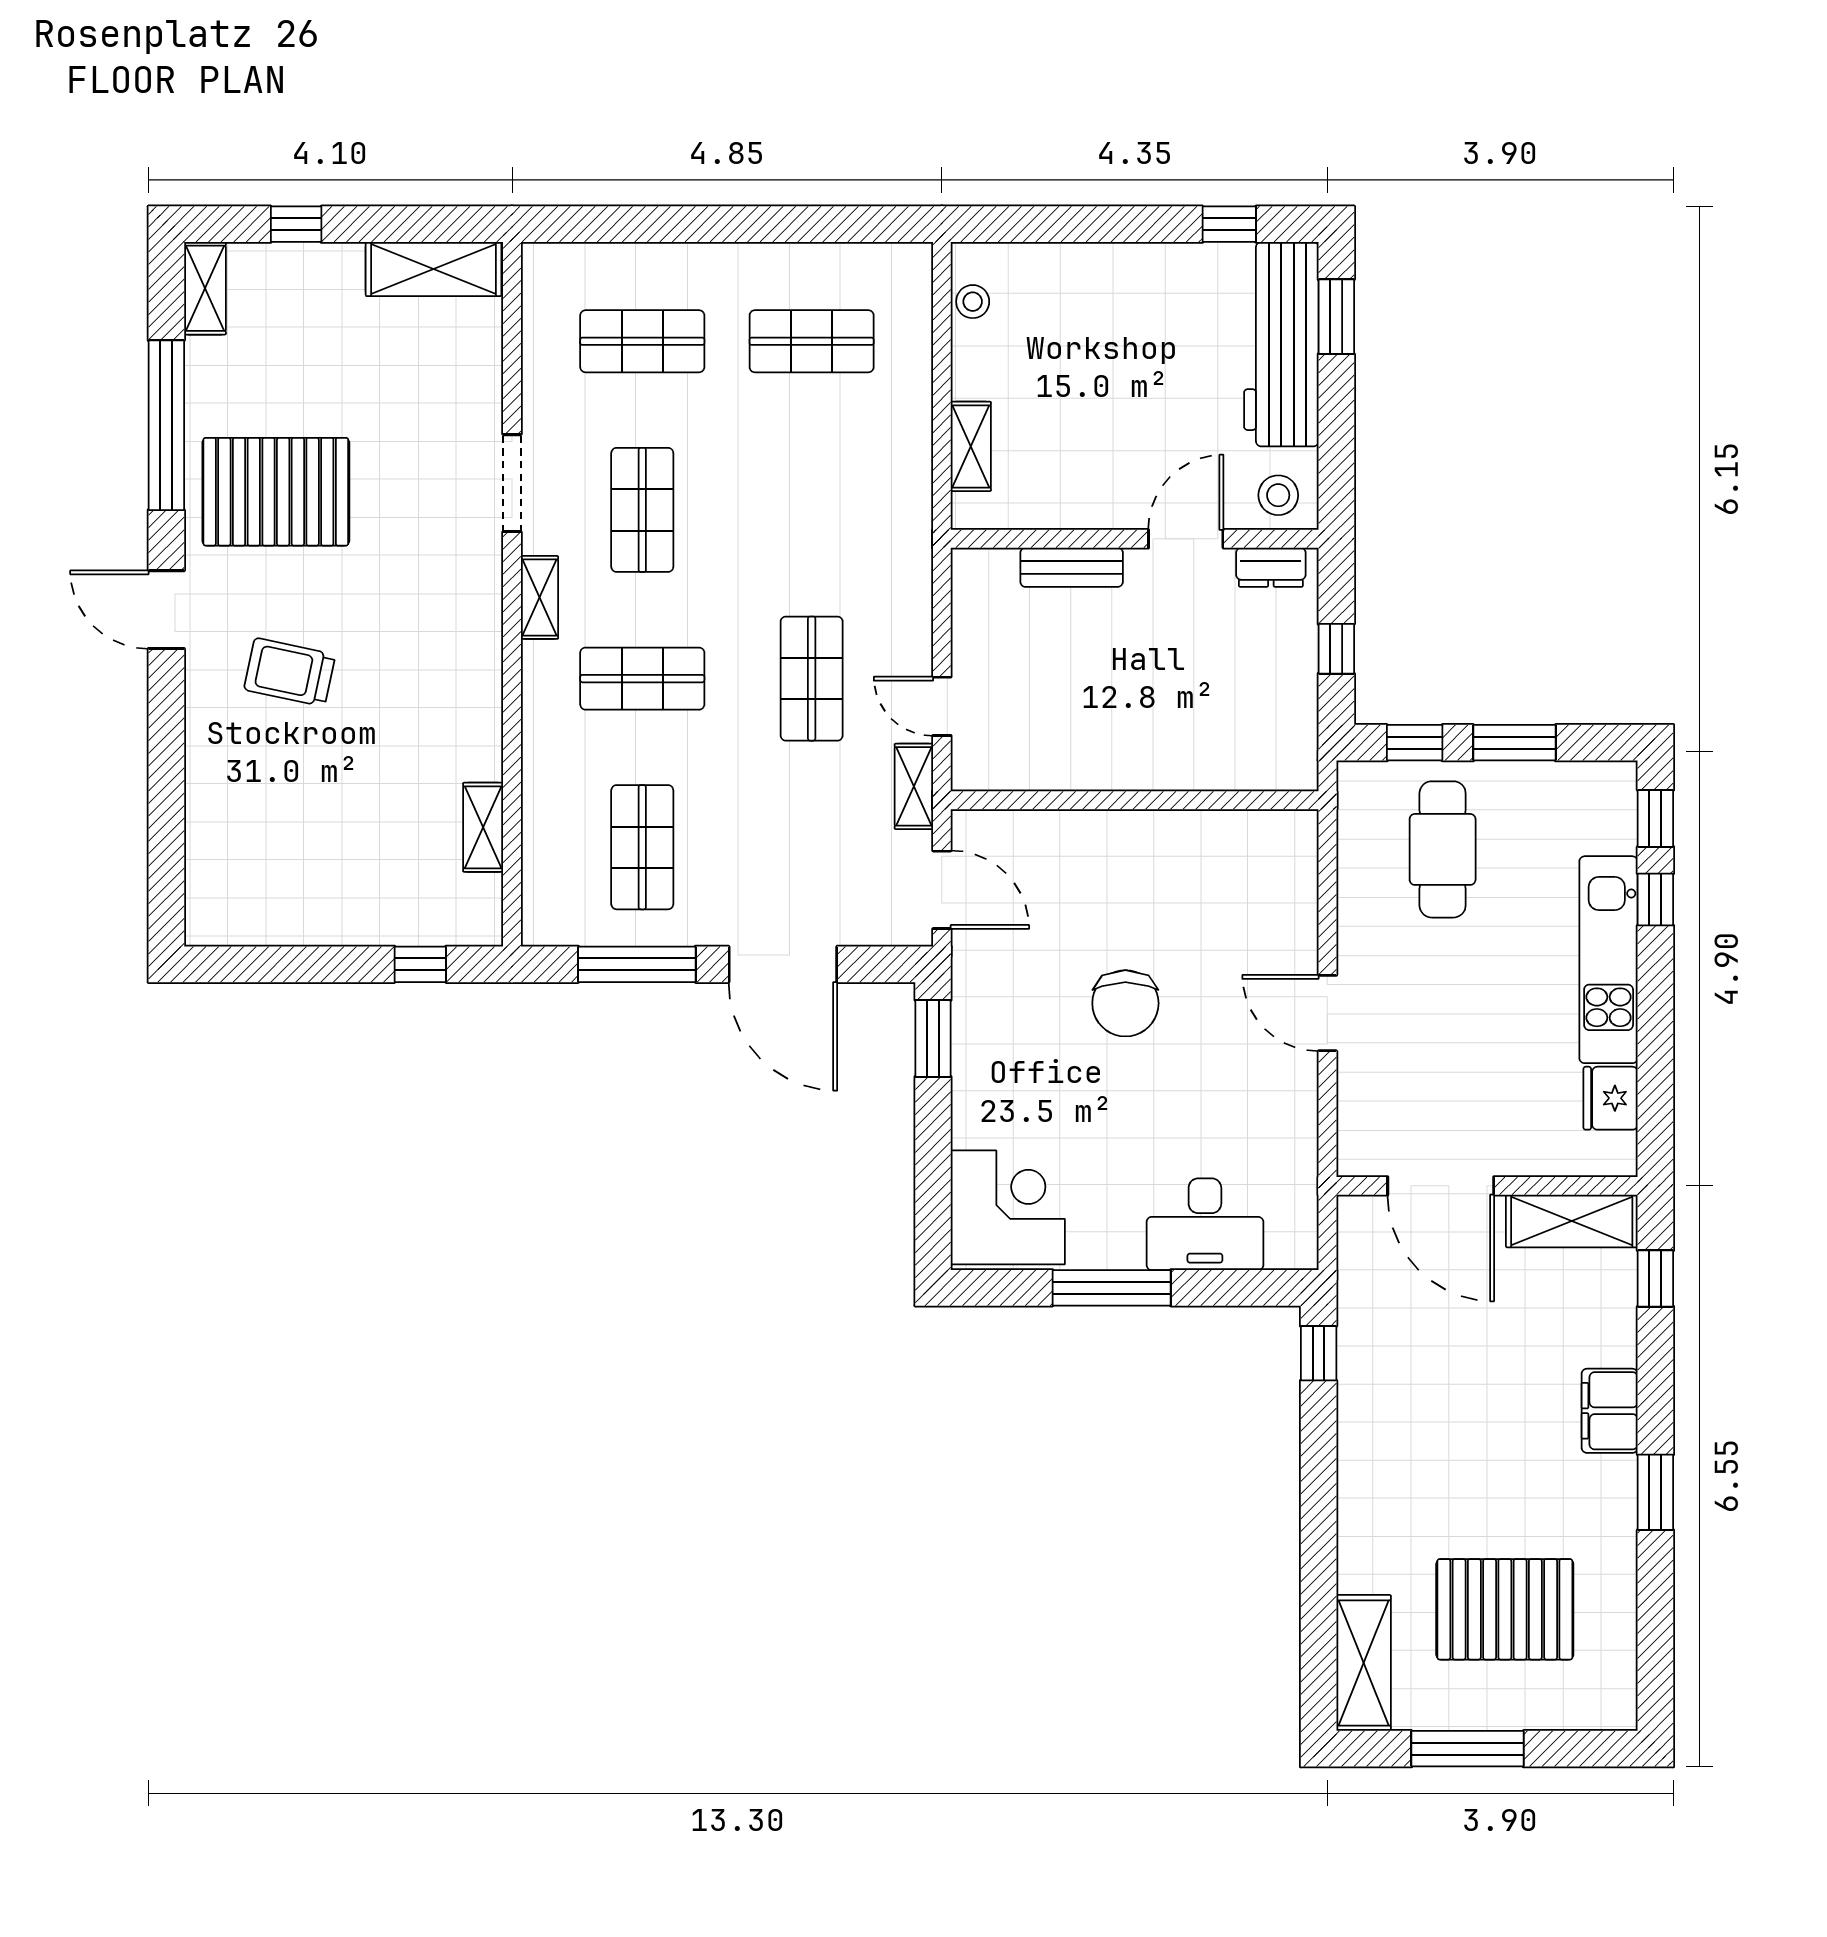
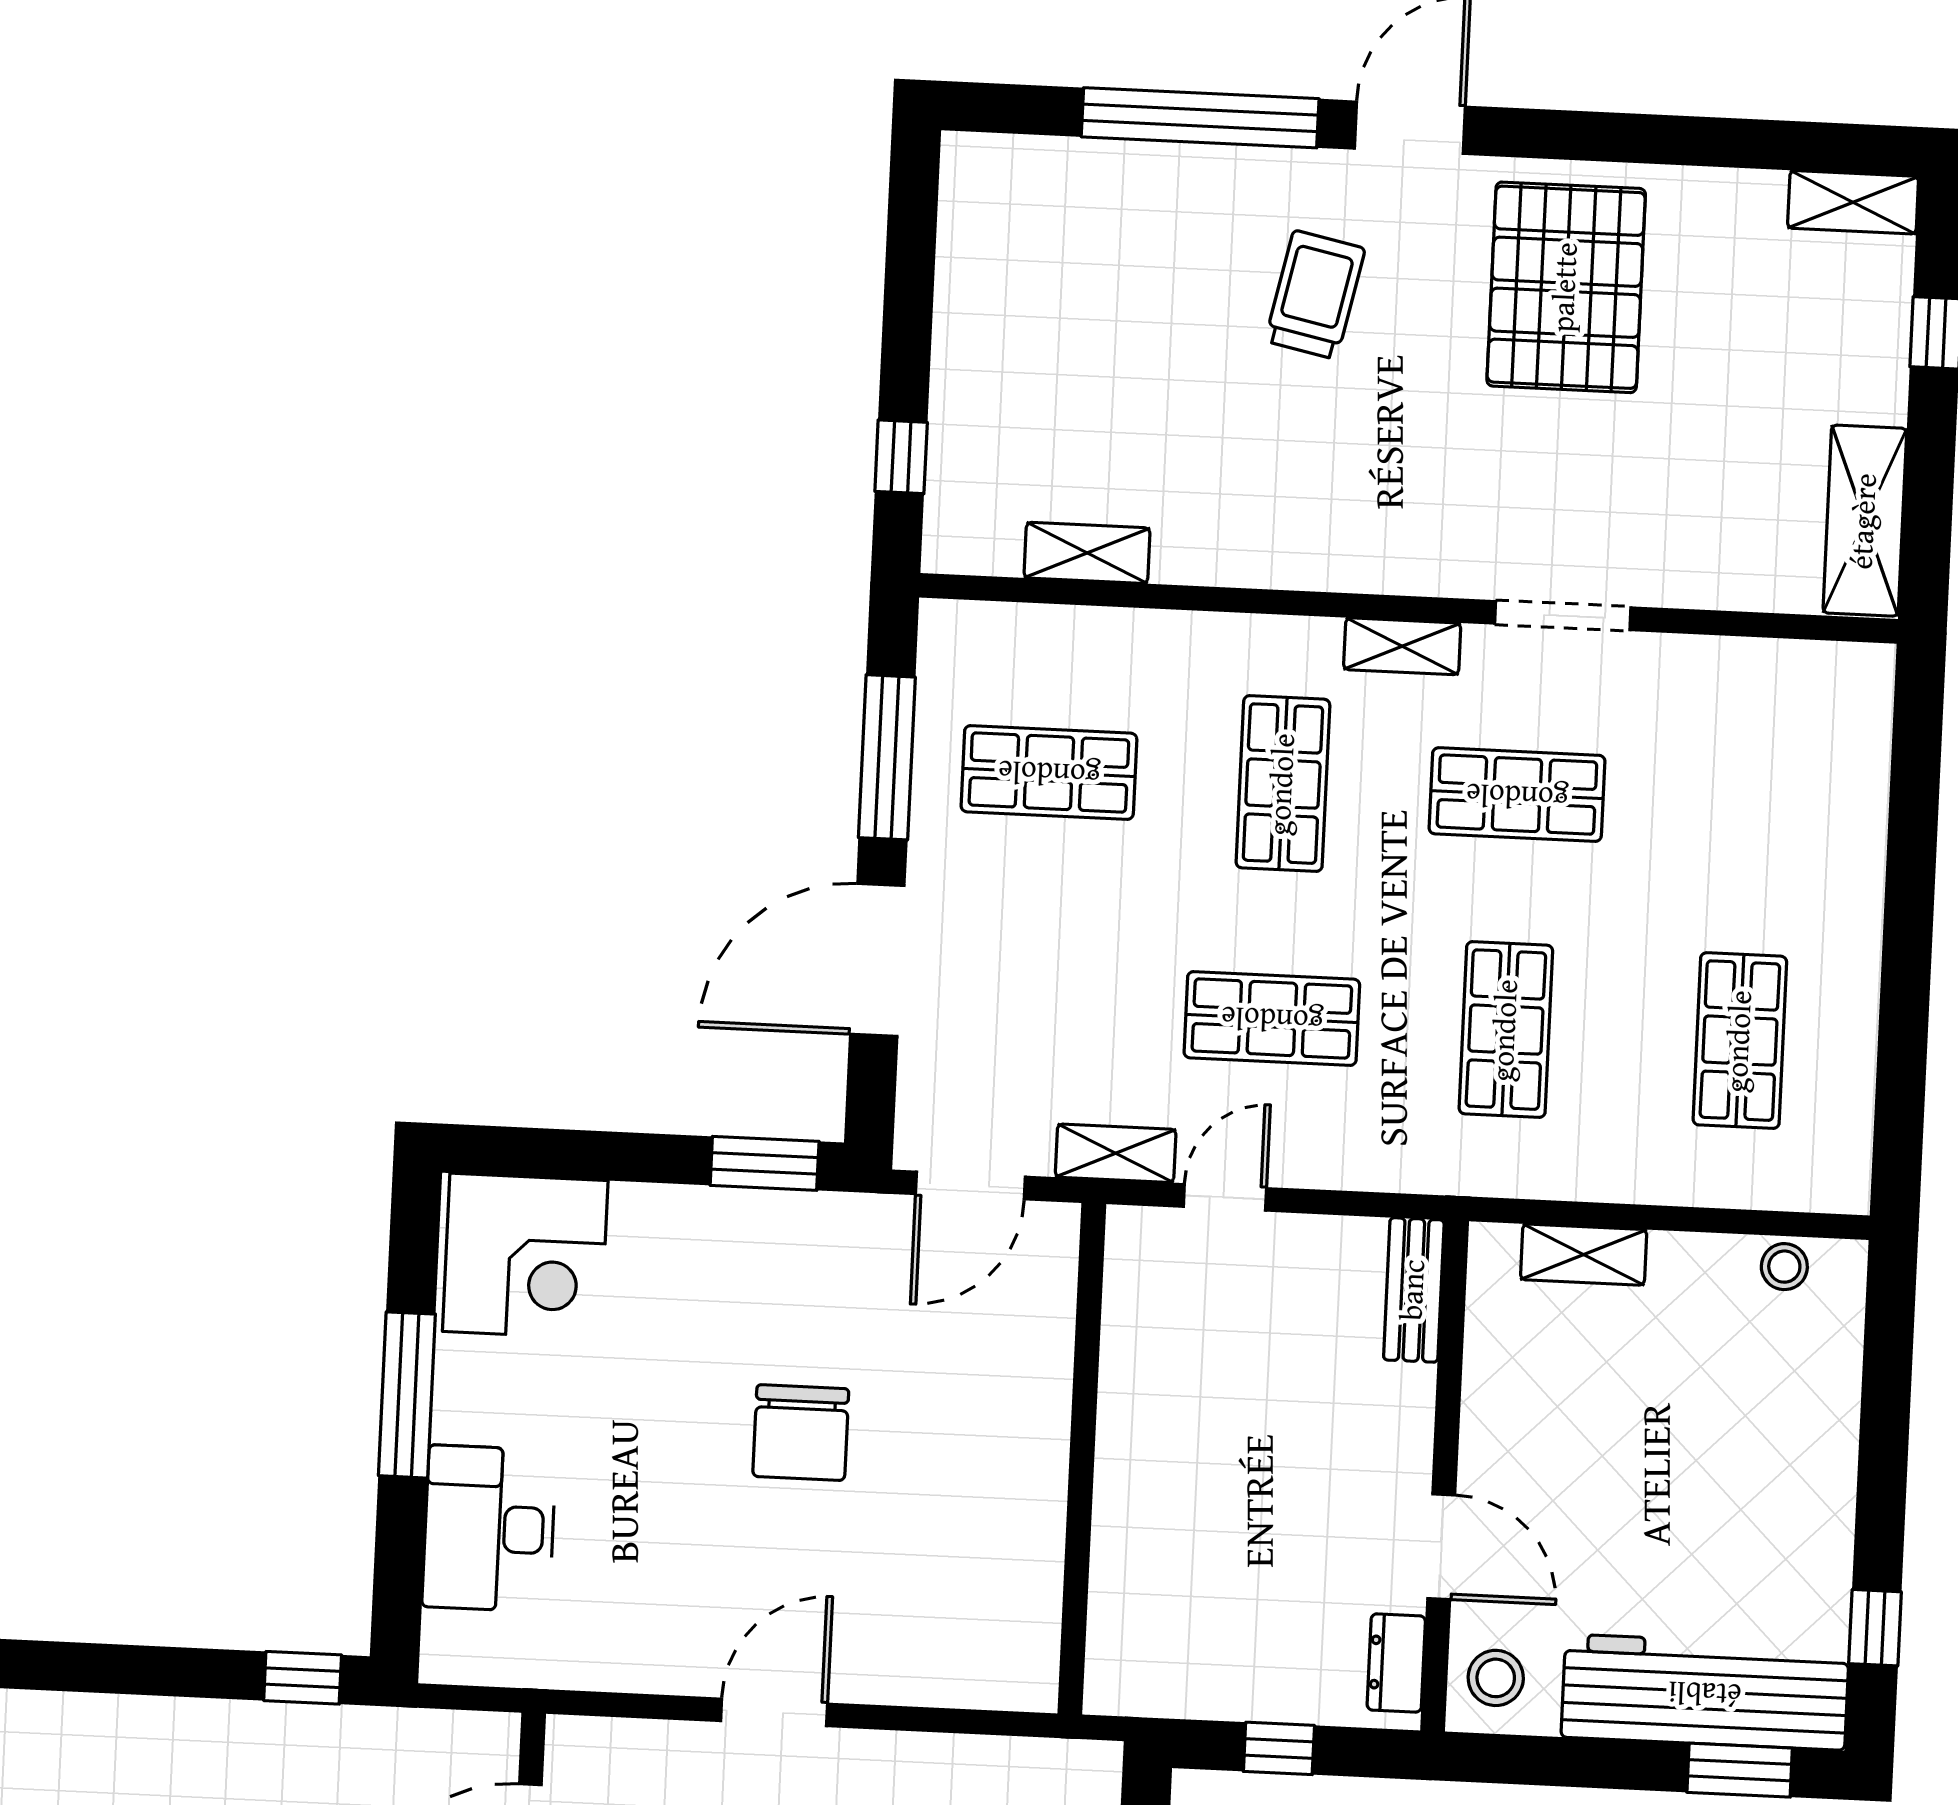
shop shelf: (642, 341) -> (1506, 1030), moved
window: (166, 425) -> (1200, 118), moved
bench: (1072, 567) -> (1414, 1290), moved
chair: (1125, 1003) -> (801, 1433), turned -90

